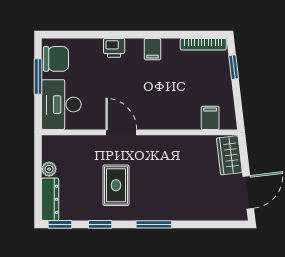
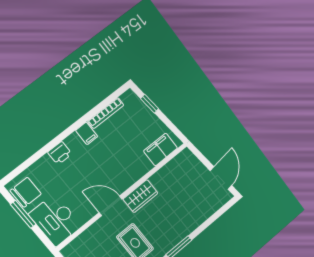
bookcase: (203, 44) -> (106, 113), moved
filing cabinet: (210, 118) -> (161, 149), width x2.00
wardrobe: (229, 155) -> (140, 196), moved, turned -83

